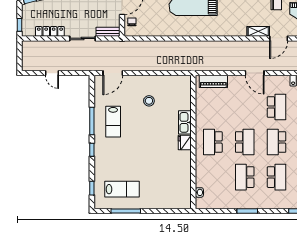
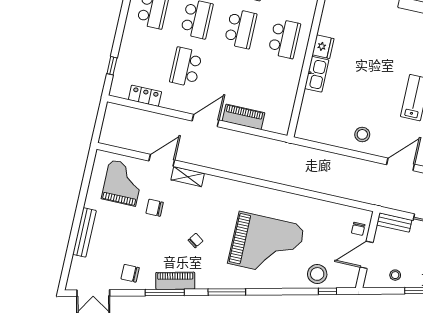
door: (255, 73) -> (205, 120), hinge flipped
piano: (213, 81) -> (244, 117), moved
stool: (149, 101) -> (362, 134), moved
school desk: (245, 142) -> (241, 29), turned 180

